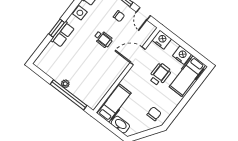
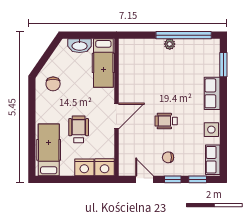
window: (57, 28) -> (223, 65), moved
nightstand: (182, 55) -> (84, 167), moved
door: (138, 56) -> (116, 116), moved
wheelchair: (160, 75) -> (79, 129), turned 180
window: (69, 95) -> (184, 35), moved

